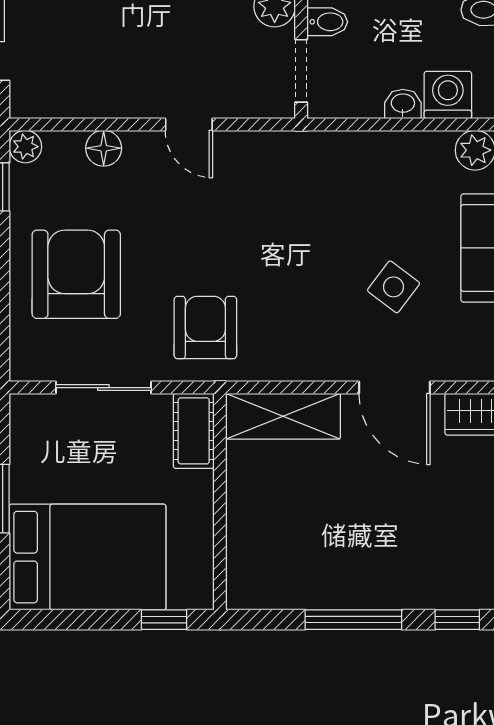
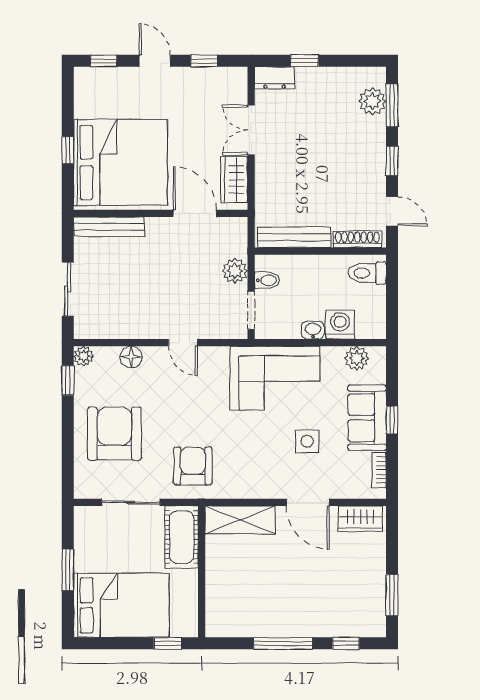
corner sofa: (340, 183) -> (275, 378), added
side table: (394, 287) -> (307, 441), turned -37
cot: (194, 431) -> (182, 537), width x1.37, depth x1.34

